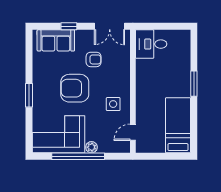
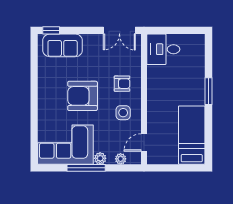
window: (69, 26) -> (51, 30), moved
armchair: (94, 59) -> (122, 84), moved
window: (29, 95) -> (34, 103), removed
plant: (111, 148) -> (121, 159), added
window: (78, 156) -> (86, 168), width x0.68

